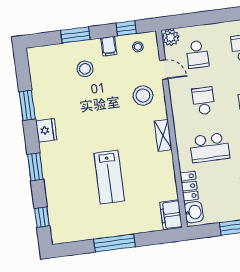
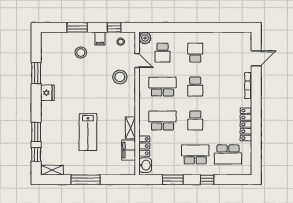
school desk: (203, 101) -> (162, 87), width x1.85
shelving: (163, 135) -> (130, 128), moved
school desk: (210, 148) -> (162, 120), turned 180
window: (35, 167) -> (36, 132), moved
filing cabinet: (171, 215) -> (129, 150), moved
shelving: (67, 236) -> (52, 170), added

